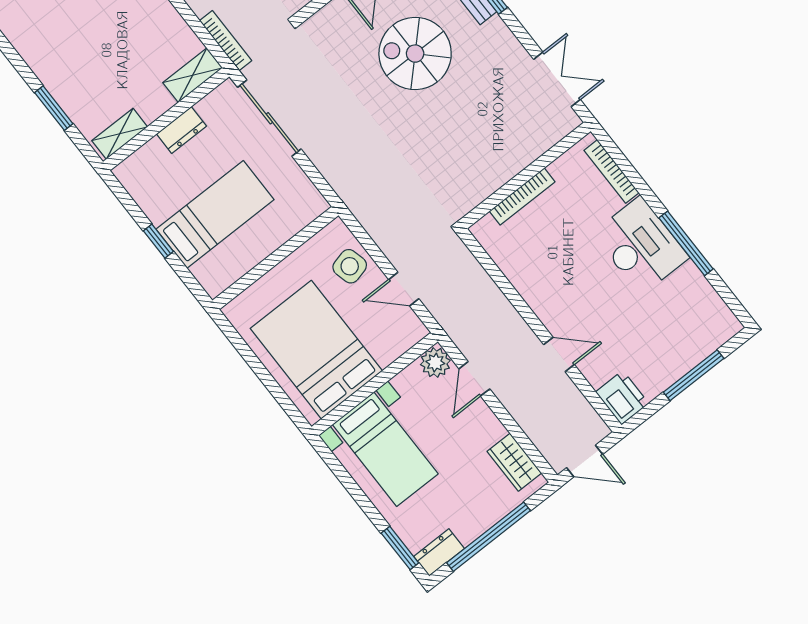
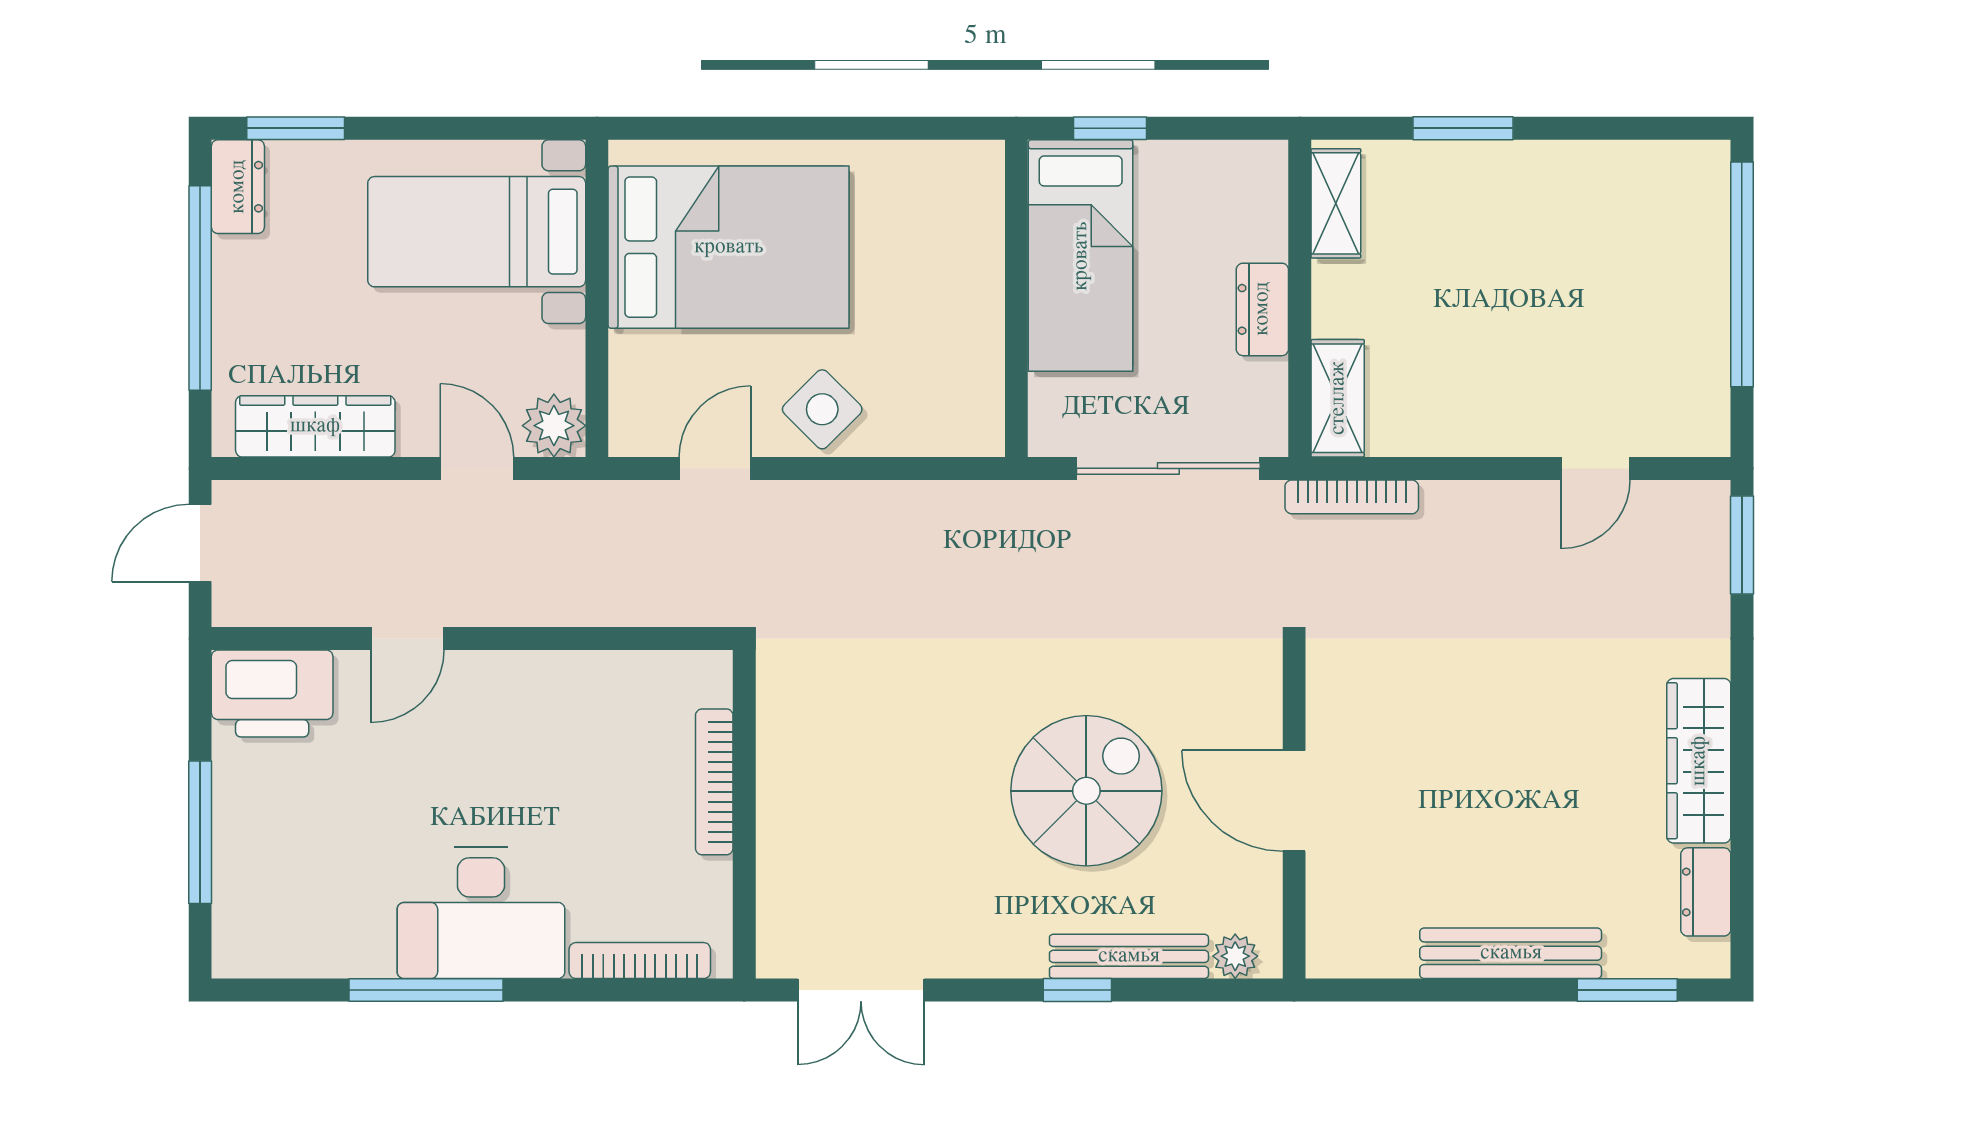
wall: (276, 258) -> (1016, 298), moved
side table: (350, 266) -> (822, 409), turned -31
printer: (622, 398) -> (272, 693), width x1.37, depth x1.19
wardrobe: (514, 462) -> (315, 426), width x1.50

